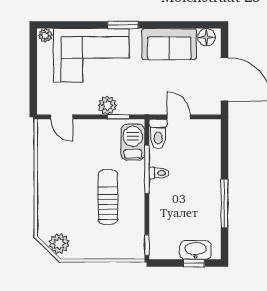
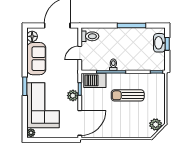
door: (62, 117) -> (80, 123), width x1.87
toilet: (158, 134) -> (90, 36), moved

